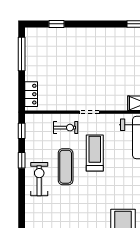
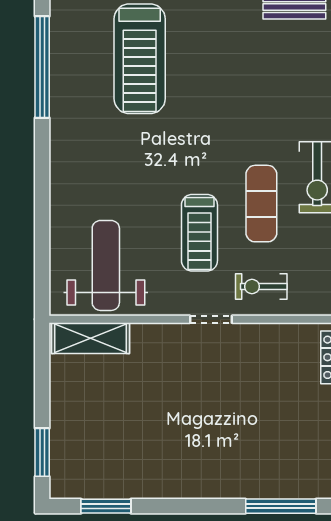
window: (56, 24) -> (281, 506), width x2.17

